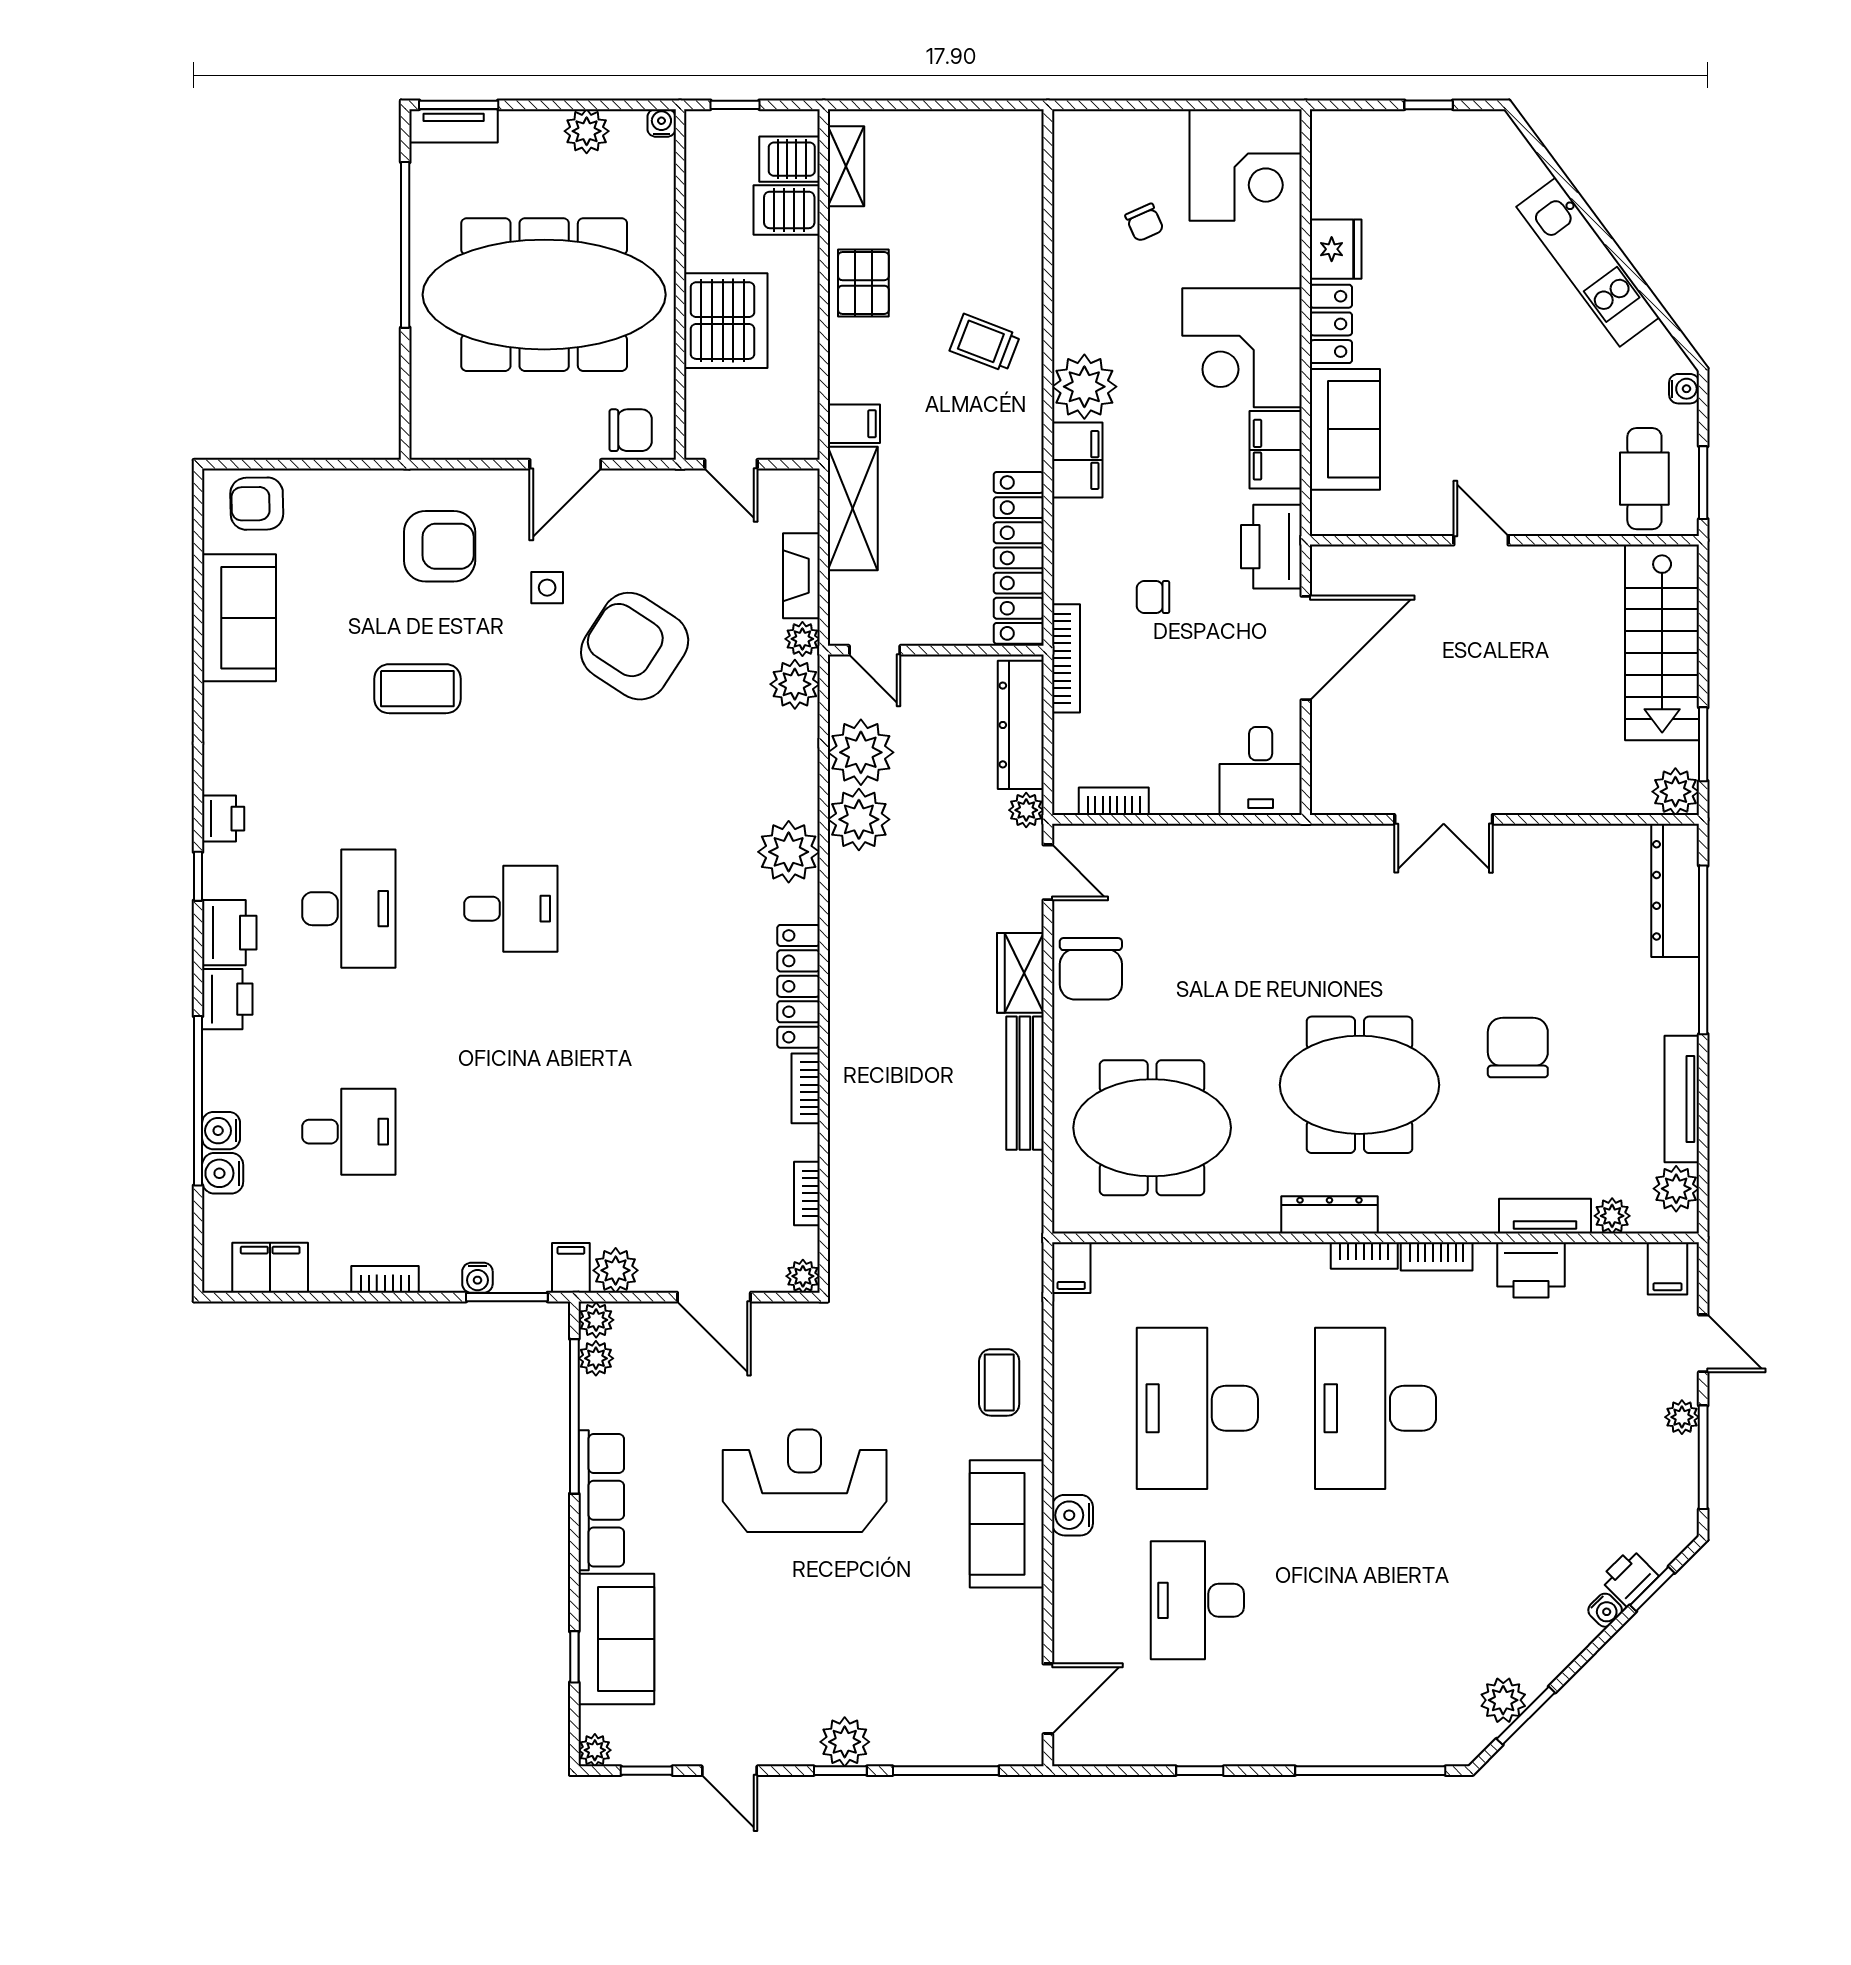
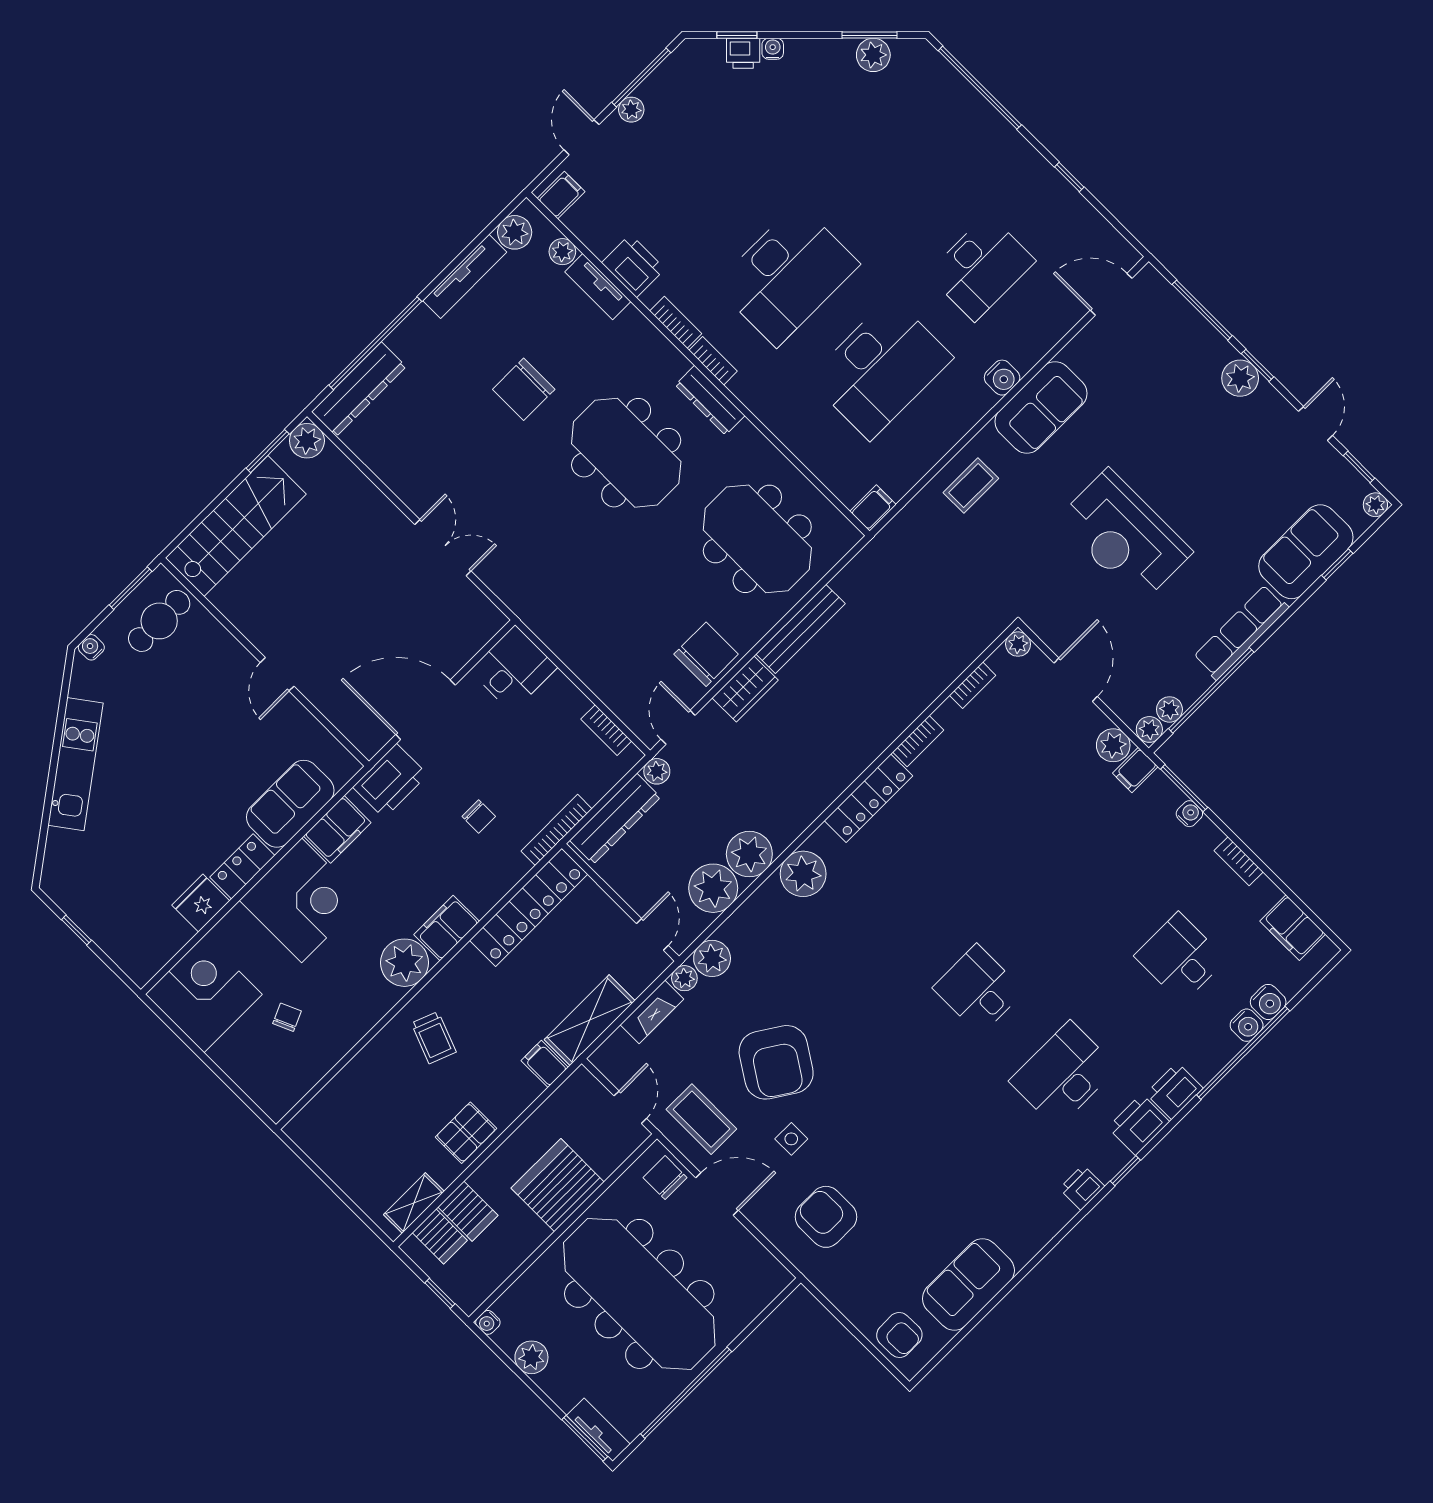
coffee table: (417, 689) -> (701, 1119), moved

